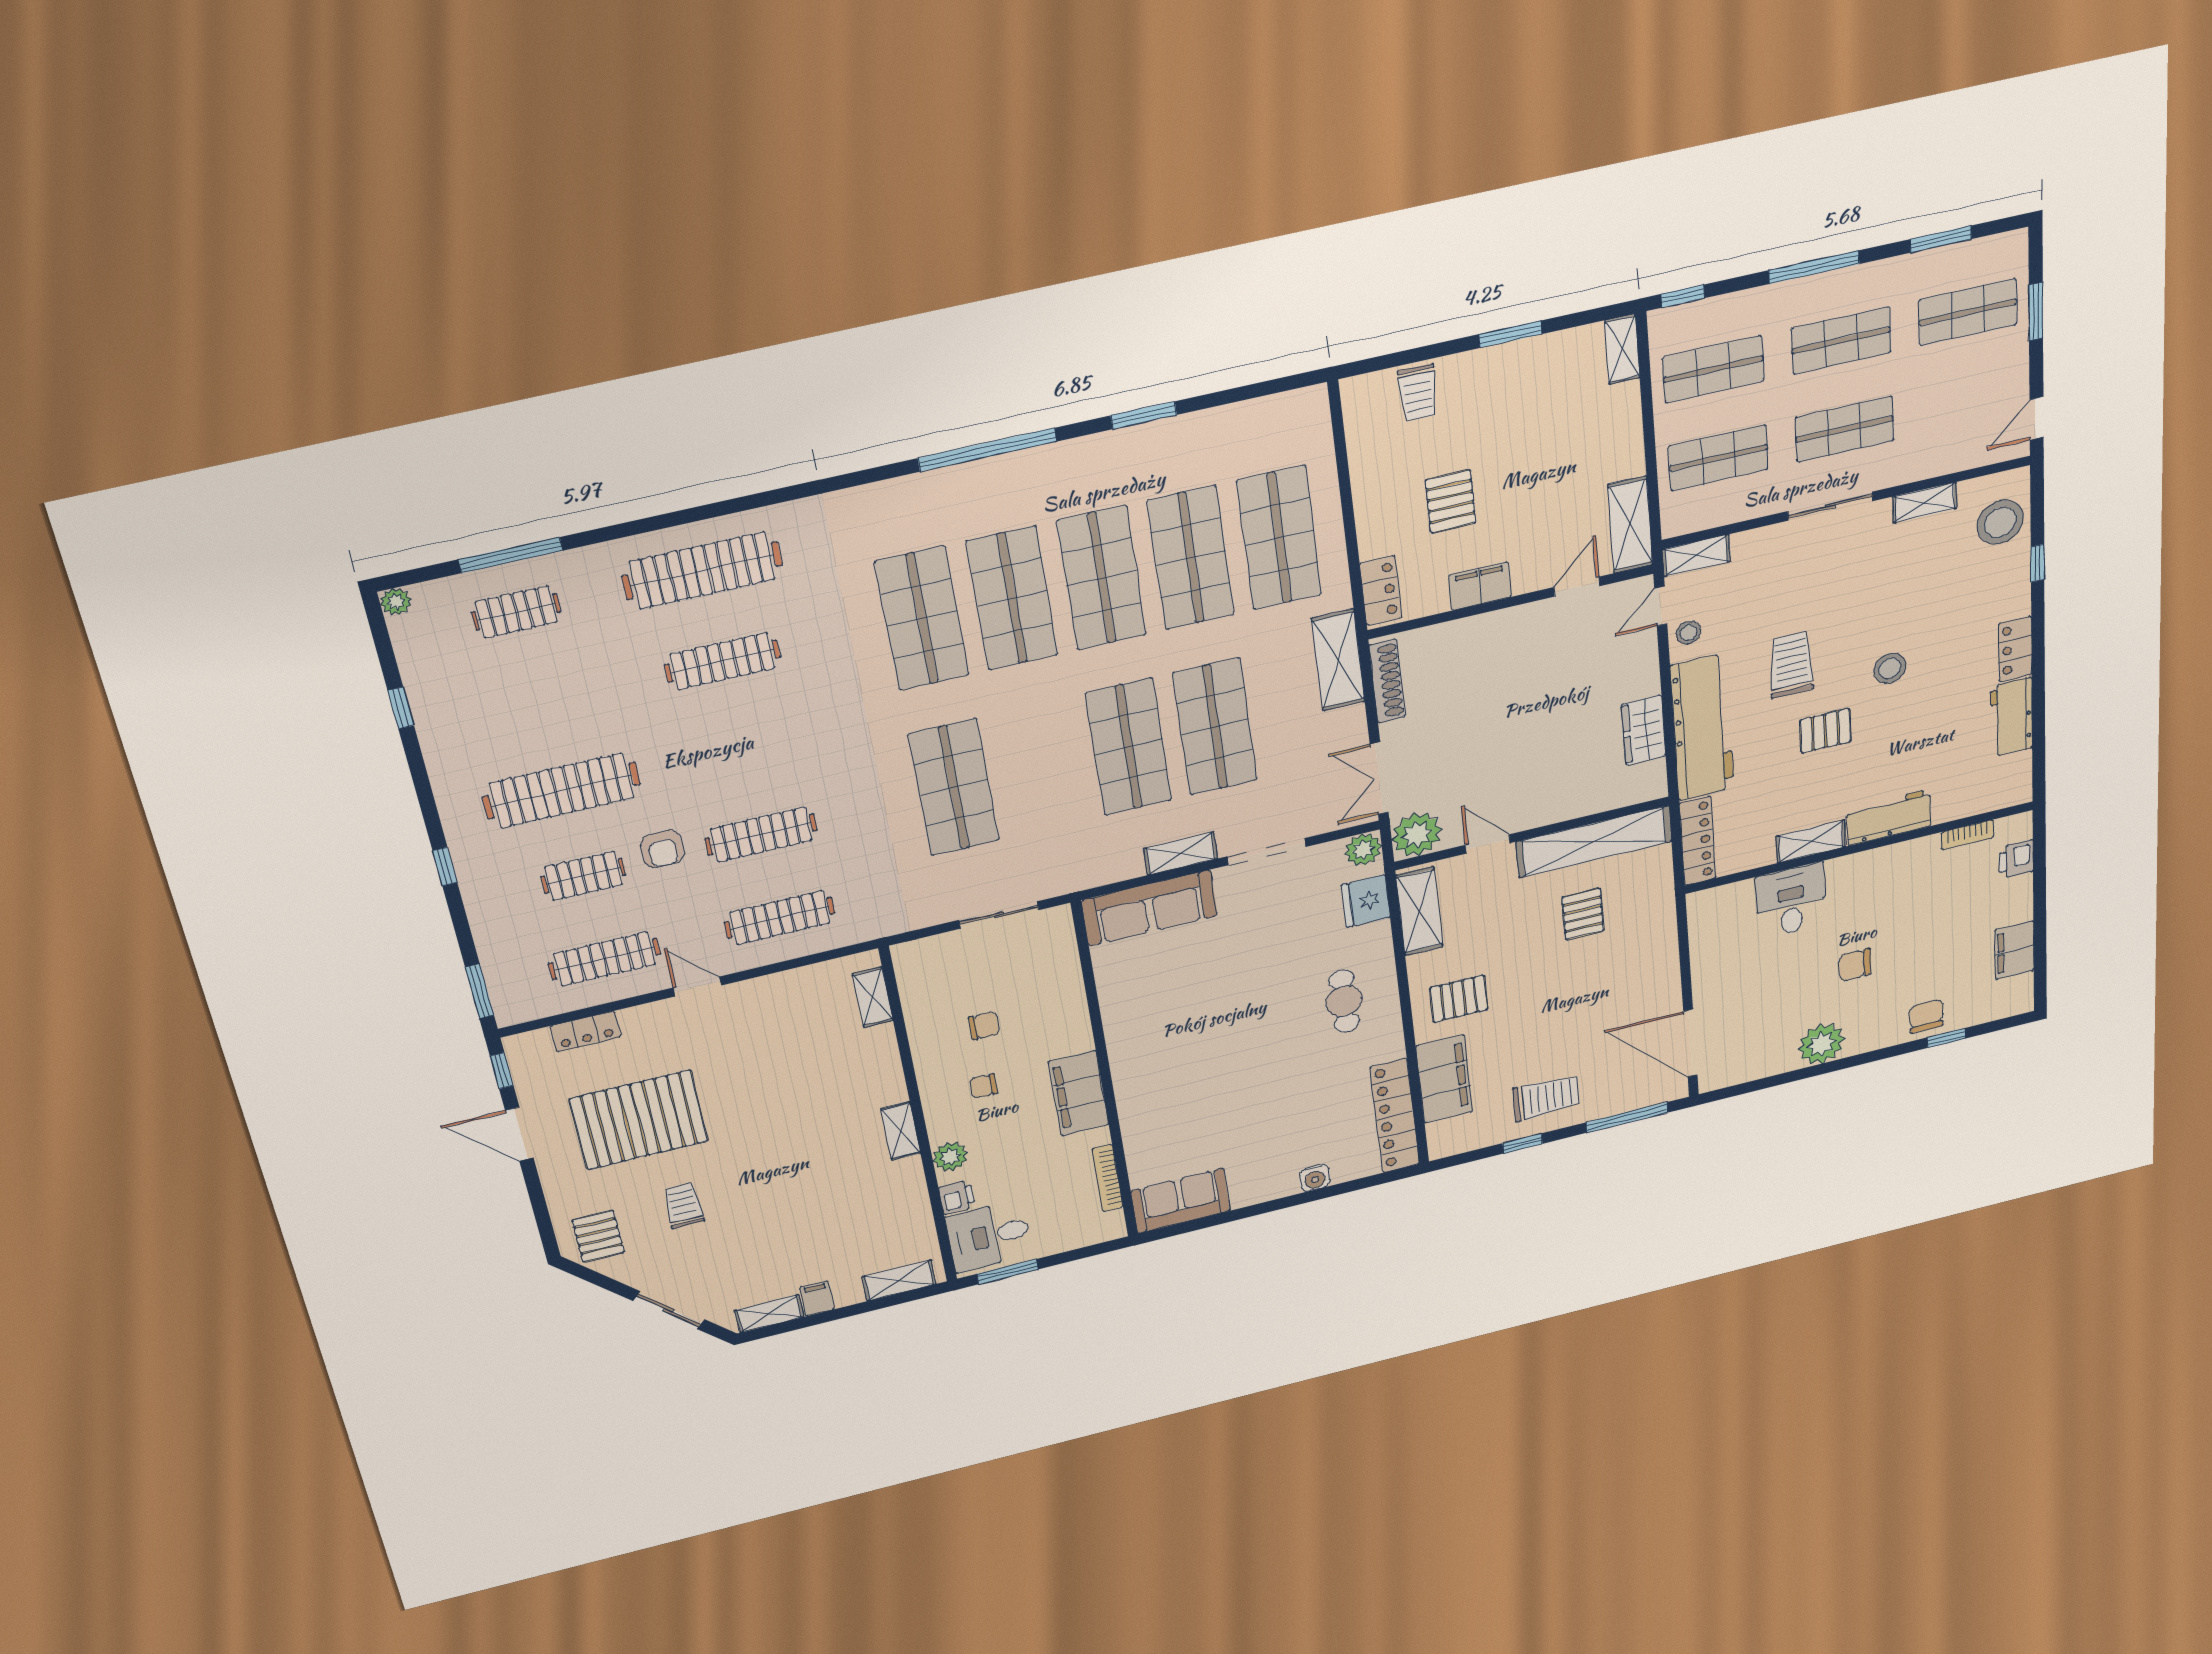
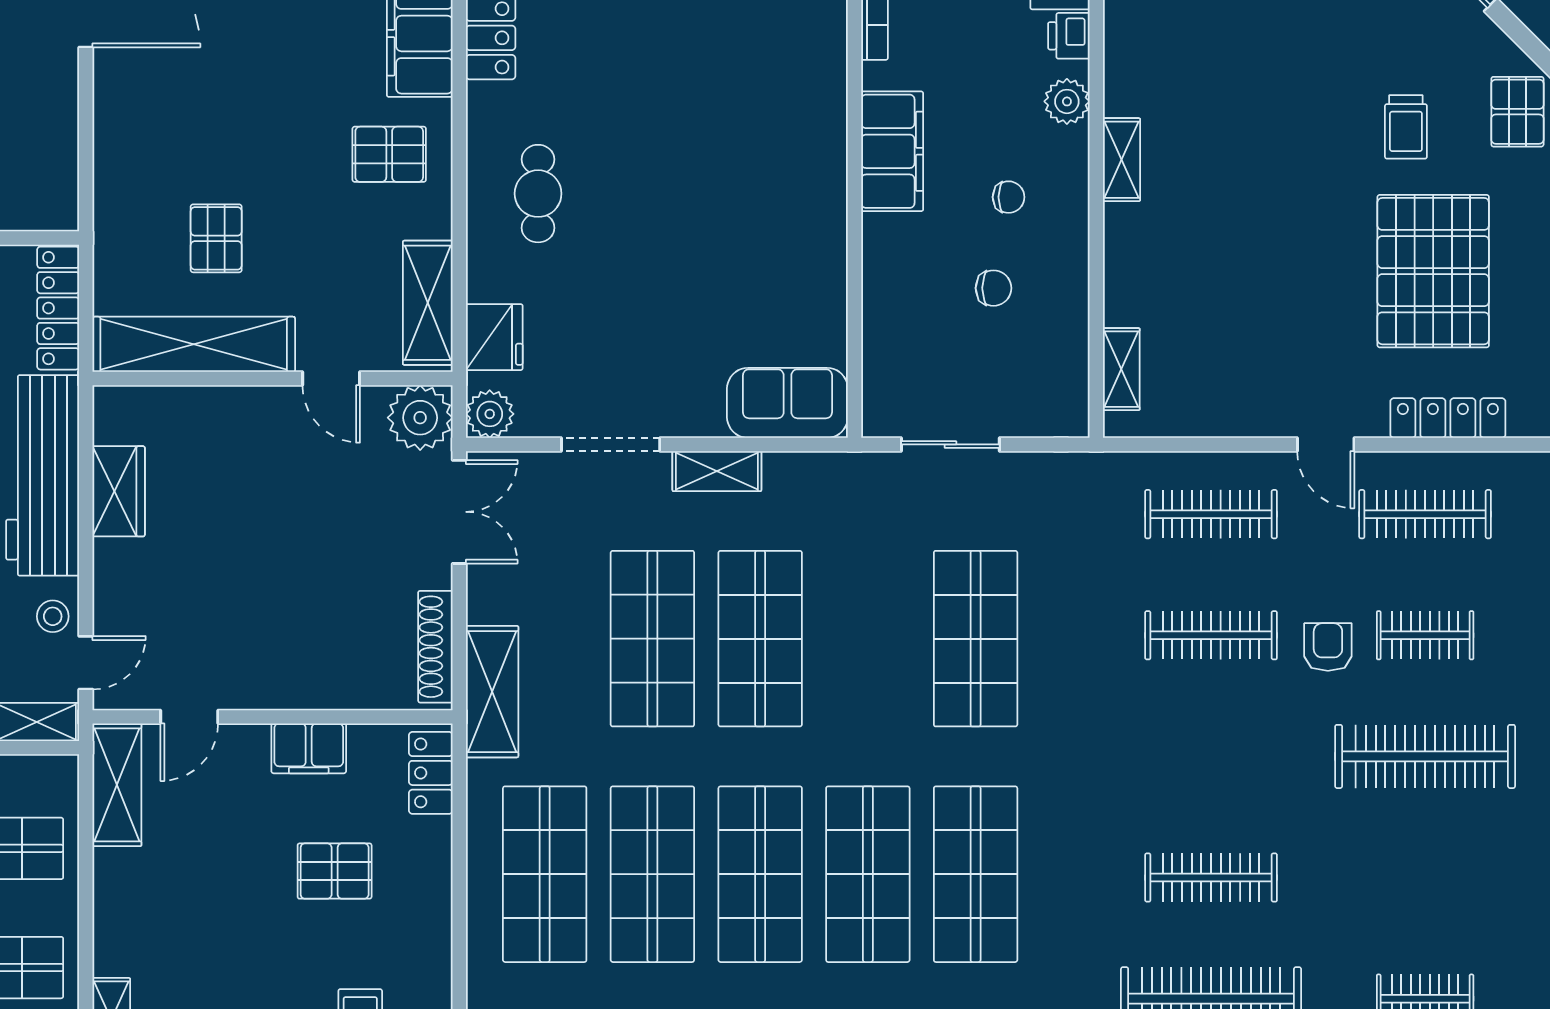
pallet: (1451, 501) -> (335, 871), turned 90
sofa: (1149, 908) -> (787, 403), width x0.73
chair: (984, 1025) -> (993, 288), turned 180
locker: (586, 1031) -> (1448, 418), width x1.53
pallet: (639, 1120) -> (1433, 271), turned 90

